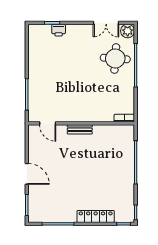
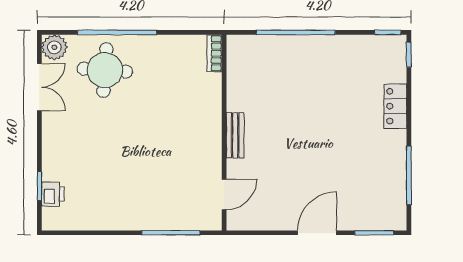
printer: (59, 30) -> (53, 194), moved
locker: (96, 216) -> (395, 106), width x0.66

